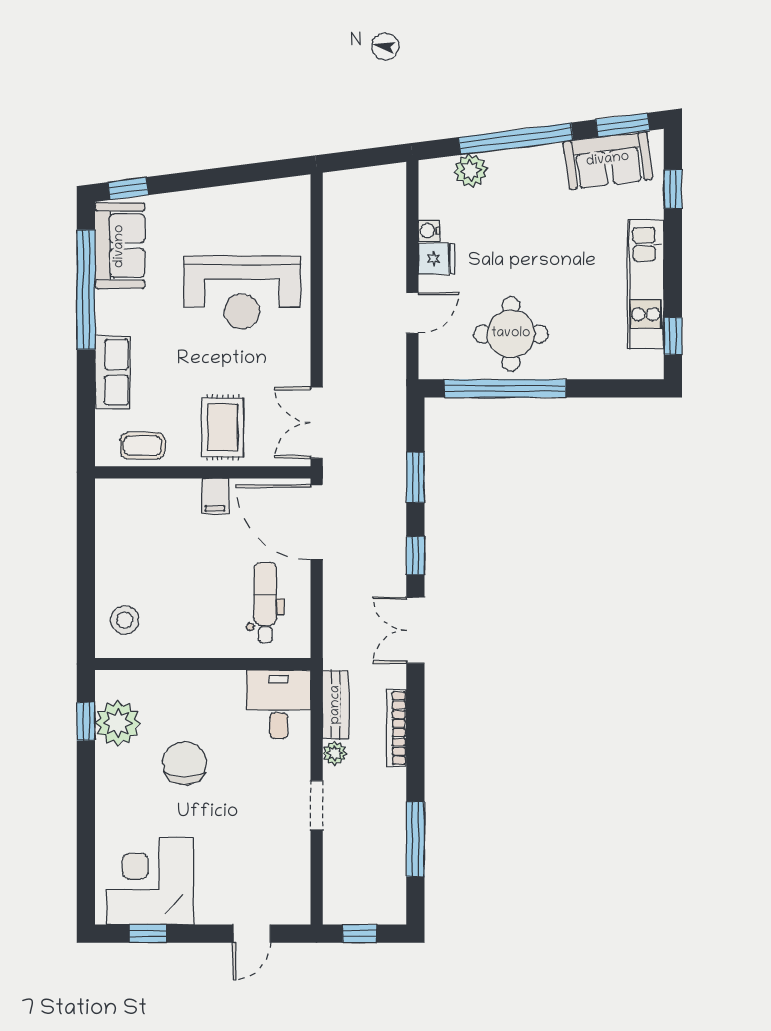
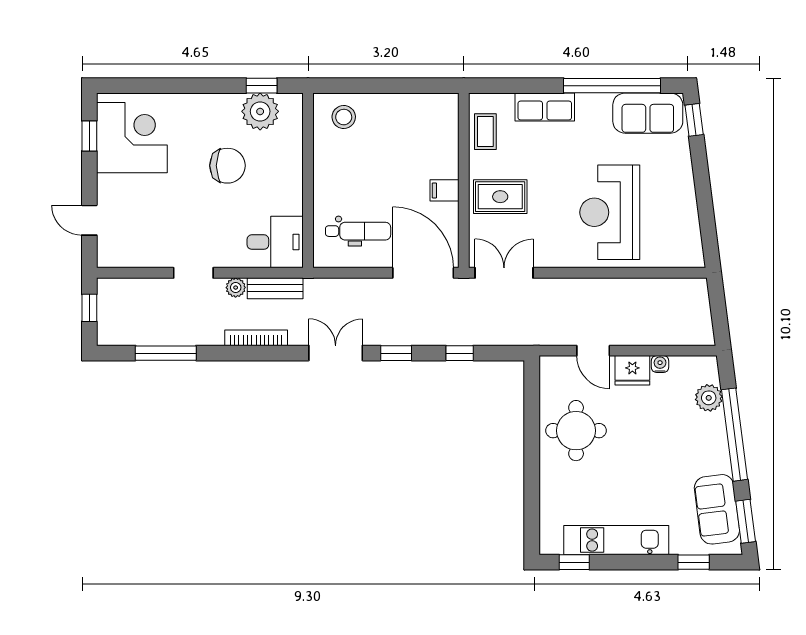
fridge: (437, 259) -> (632, 370), width x1.38
window: (505, 388) -> (532, 426), removed
window: (415, 477) -> (460, 353), width x0.67
door: (317, 522) -> (423, 273), hinge flipped

